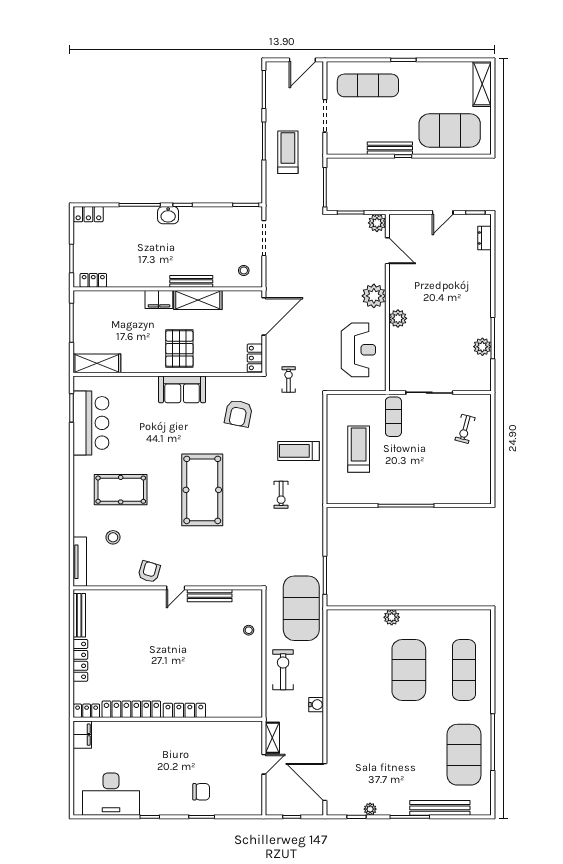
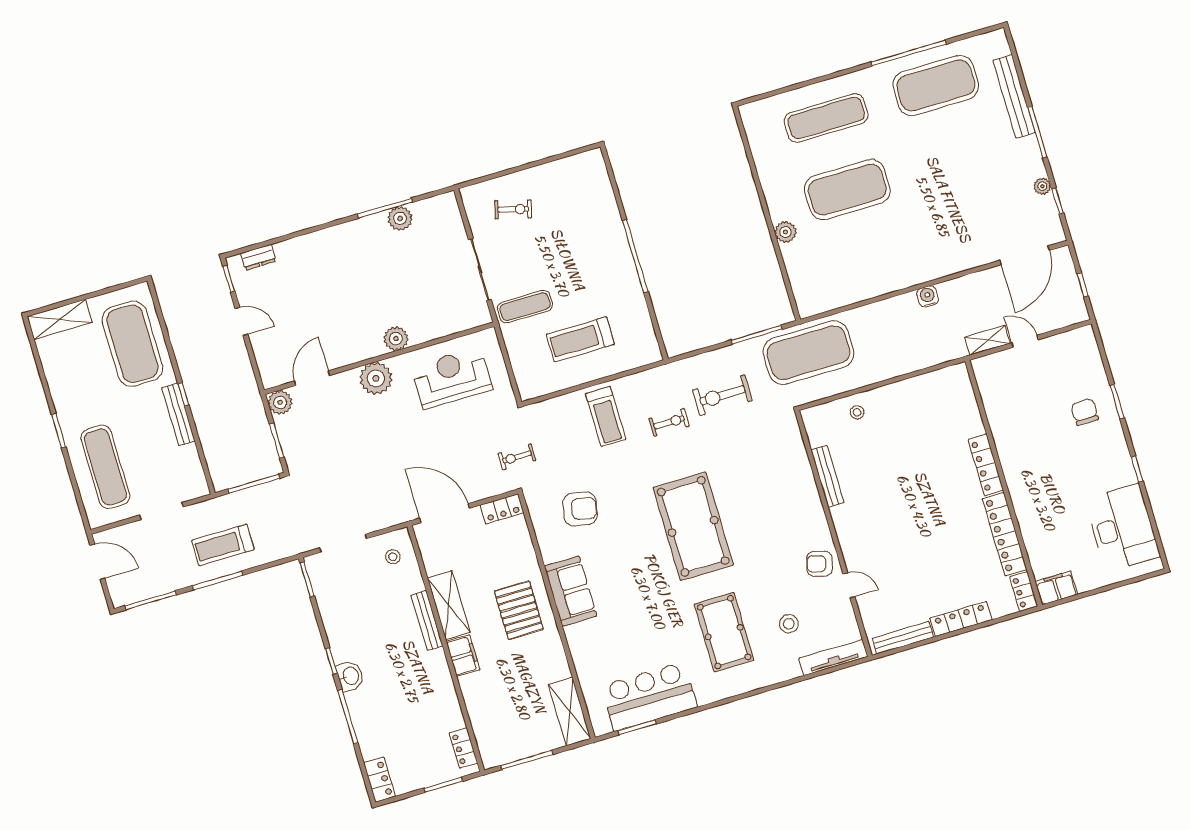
pallet: (179, 349) -> (519, 610), turned 90
pool table: (202, 490) -> (693, 526), turned 90
door: (176, 588) -> (849, 585), moved
exercise bike: (283, 670) -> (722, 395), moved

